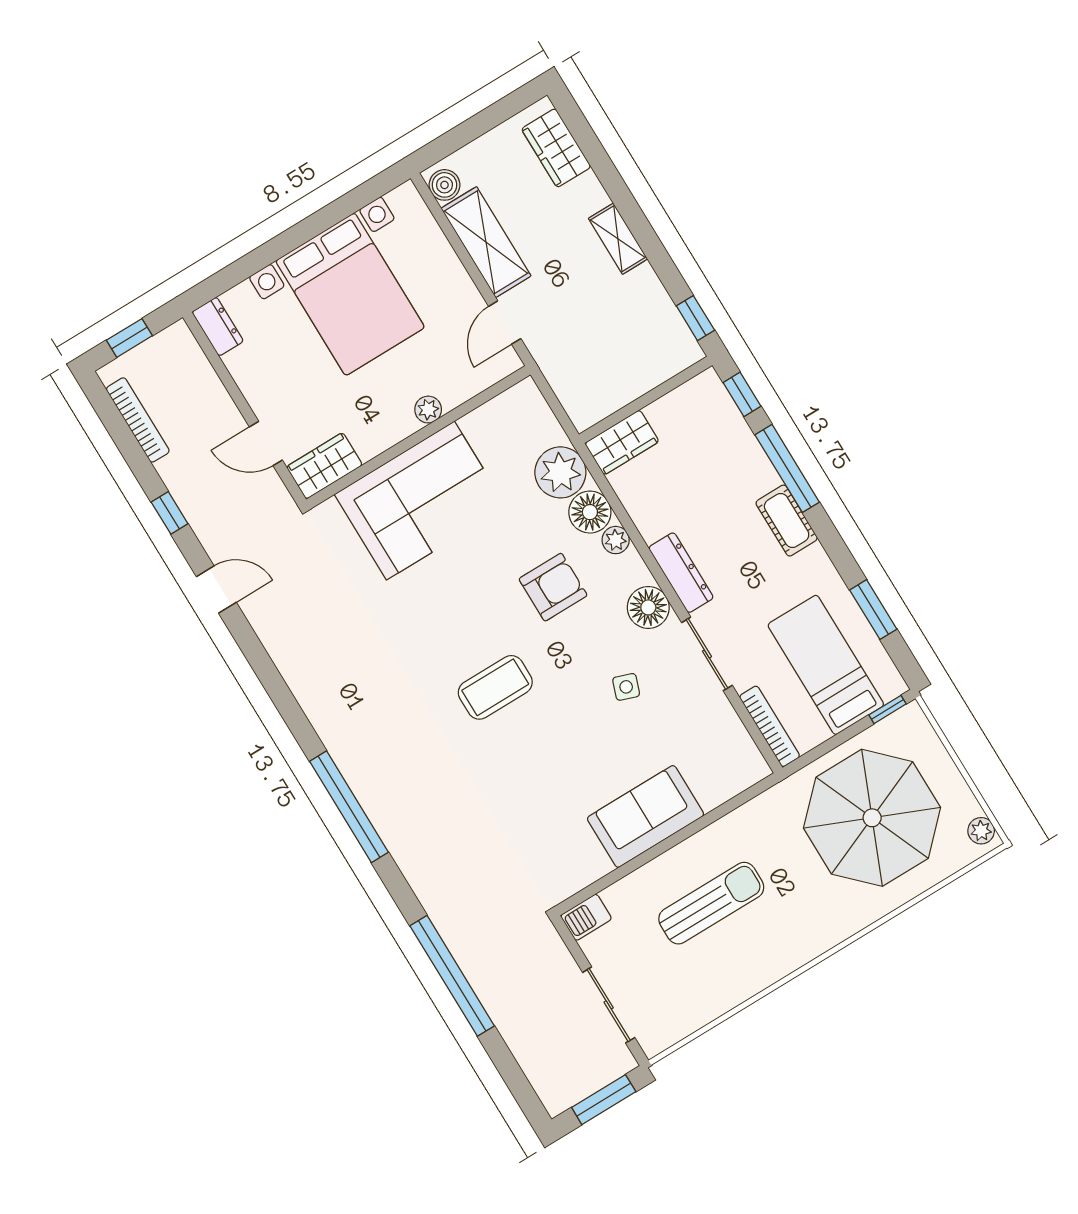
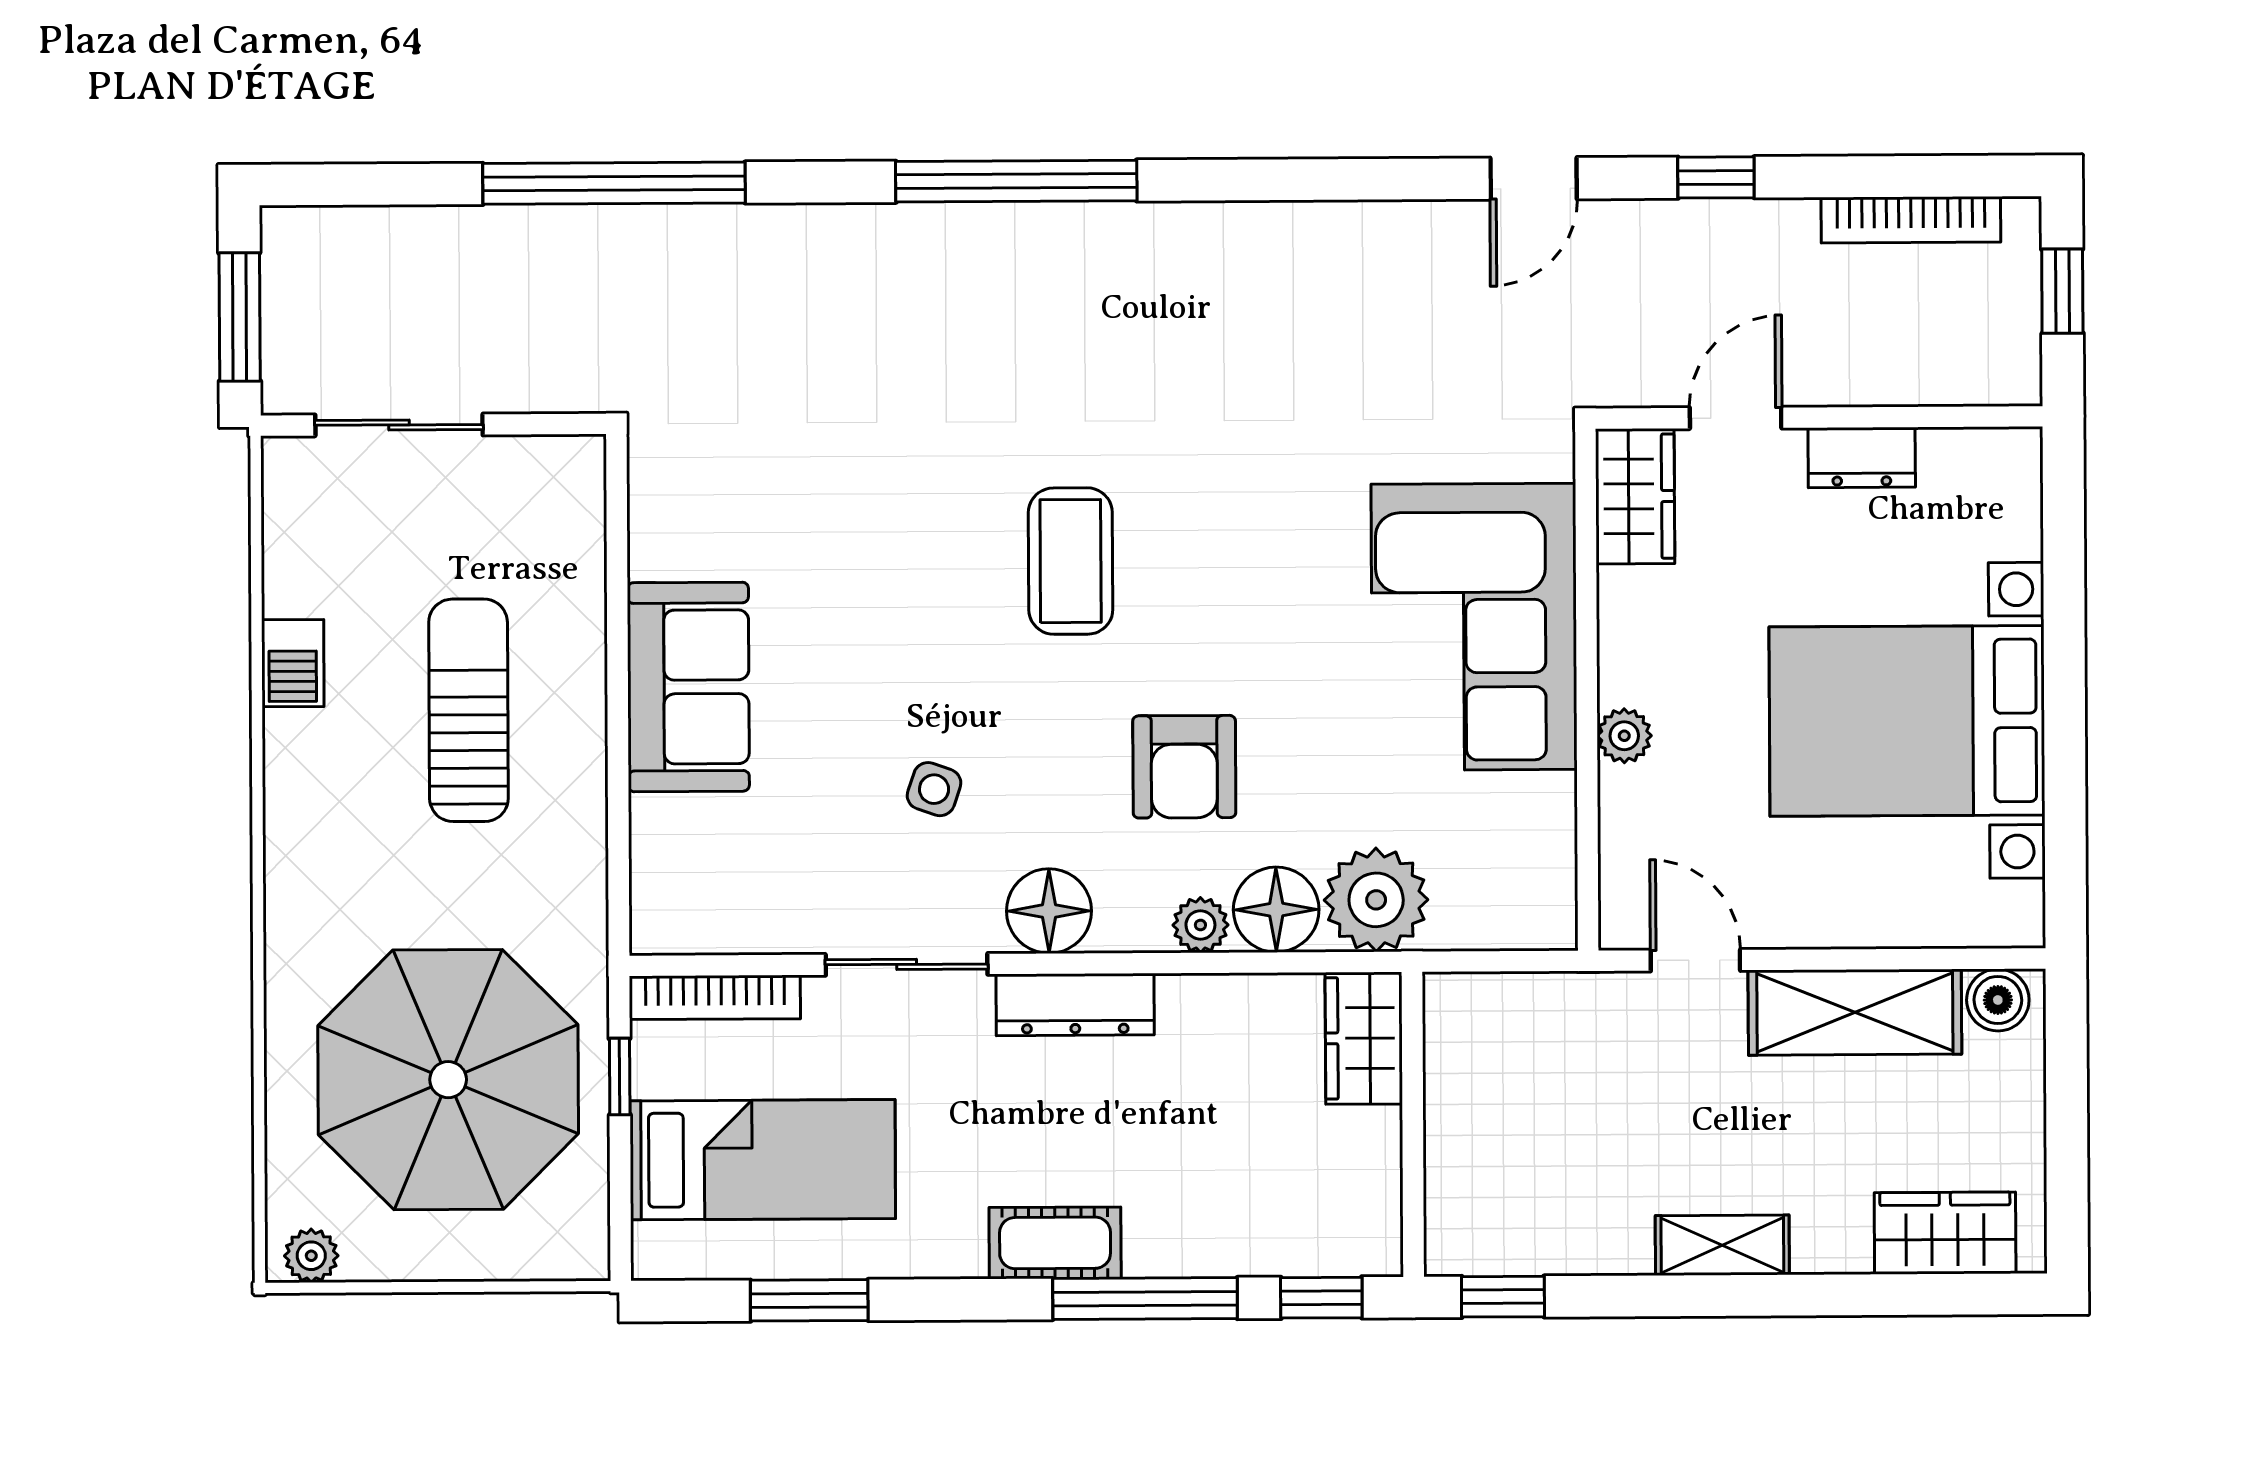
dresser: (218, 327) -> (1862, 457), moved
window: (887, 709) -> (620, 1077), moved
sun lounger: (711, 903) -> (468, 710), turned 180
barbecue: (586, 917) -> (293, 663), moved, turned 180

